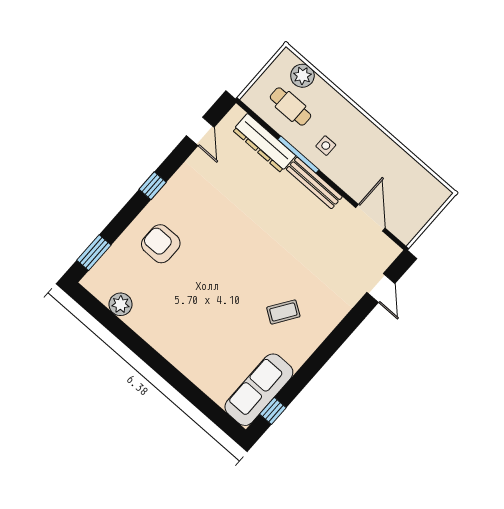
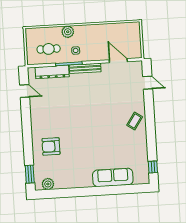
plant: (302, 76) -> (68, 32), moved
window: (153, 186) -> (27, 128), removed
plant: (121, 304) -> (48, 184), moved
coffee table: (283, 312) -> (135, 121), moved
sofa: (259, 390) -> (113, 177), moved, turned 90

